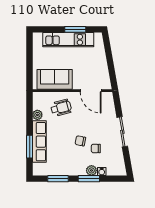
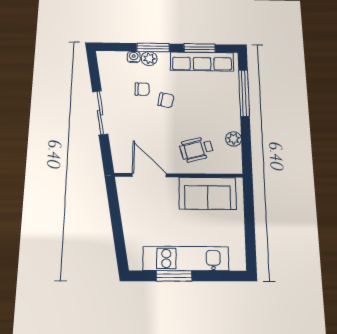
row of seats: (39, 142) -> (202, 61), moved, turned -90
window: (30, 147) -> (244, 93), width x1.44

